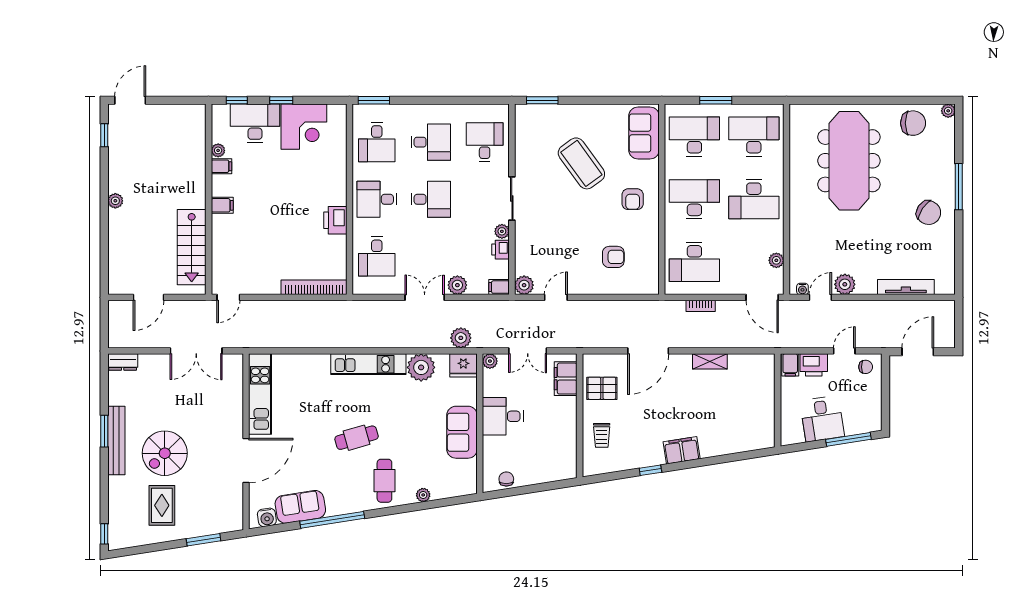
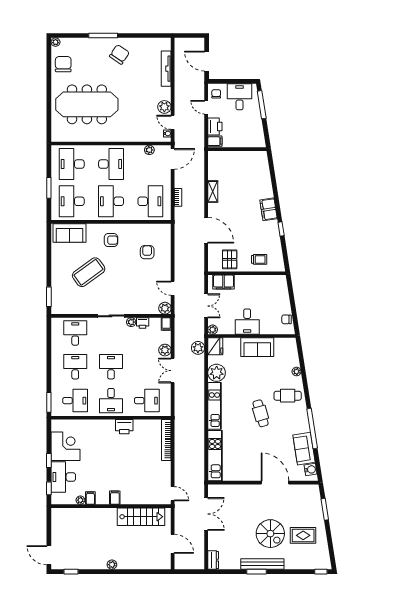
desk: (485, 142) -> (75, 333), turned 90
kitchen unit: (260, 394) -> (215, 456), moved, turned 90
desk: (822, 419) -> (240, 97), moved, turned -81

